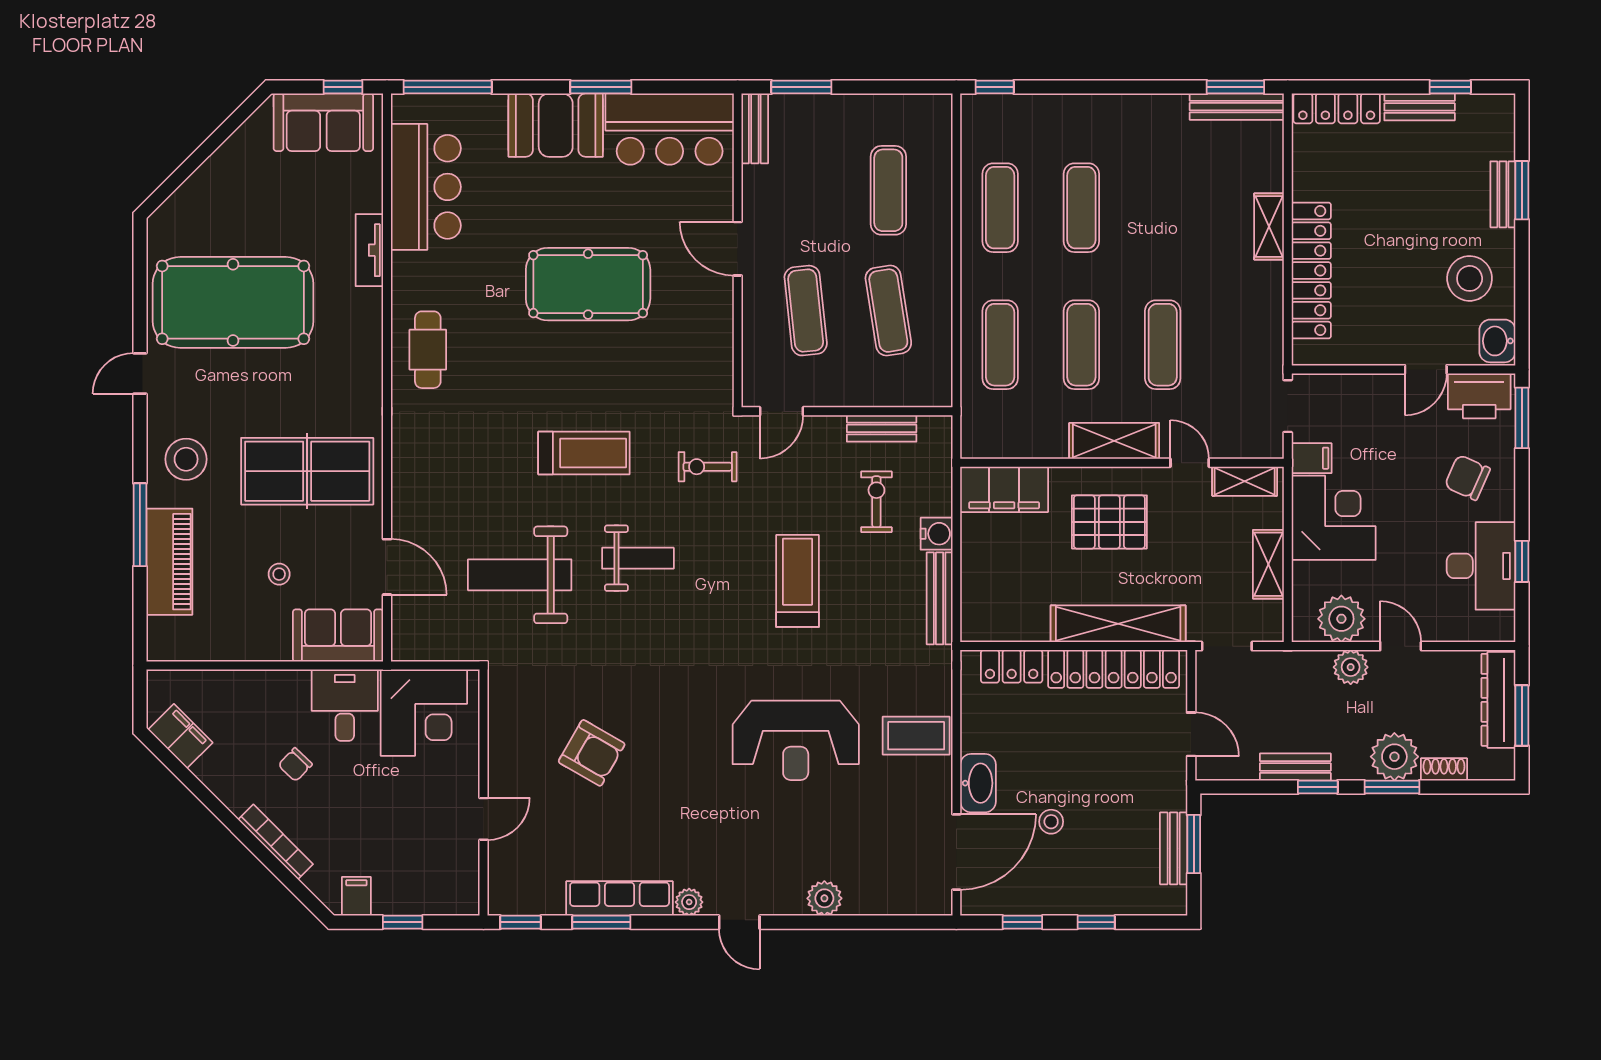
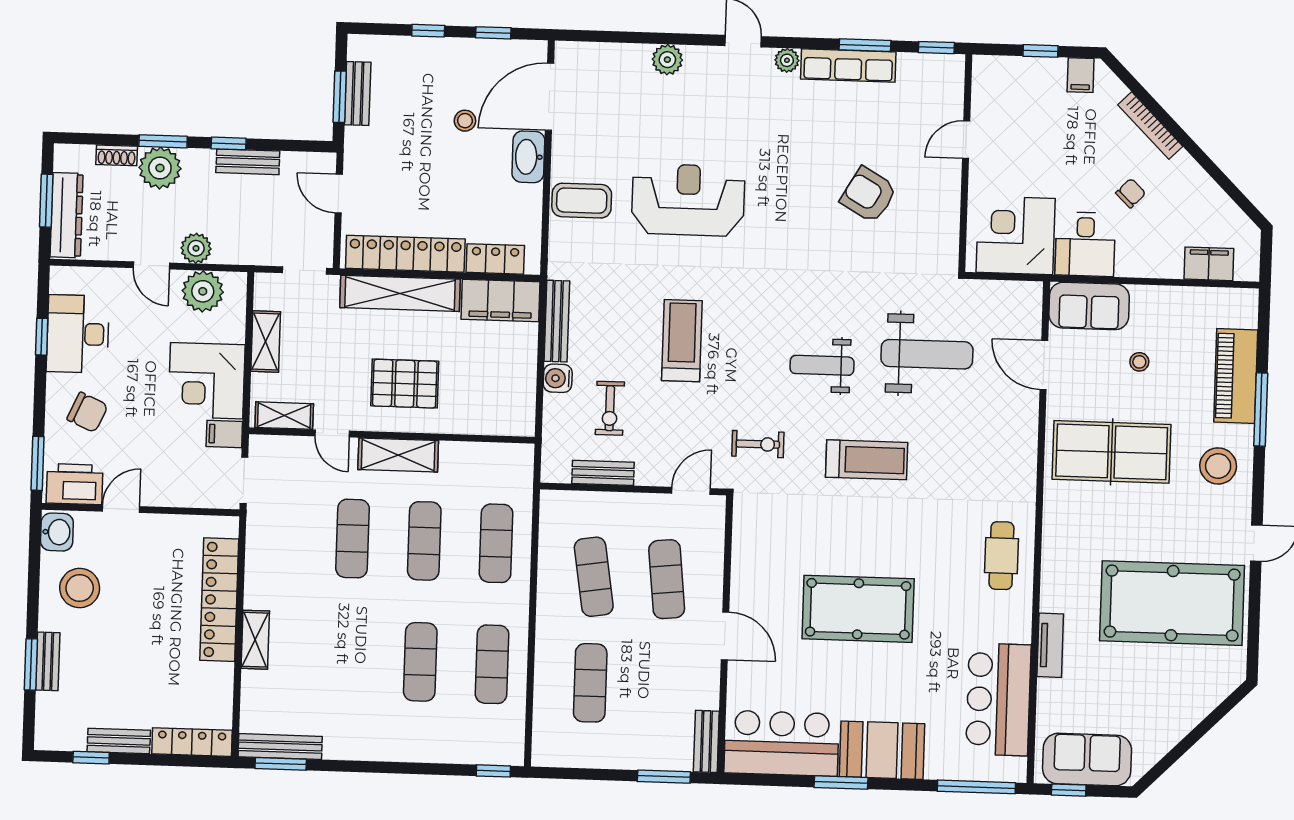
treadmill: (584, 453) -> (867, 460), turned 180
filing cabinet: (1004, 489) -> (501, 301), moved, turned 180
treadmill: (797, 581) -> (682, 341), turned 180
filing cabinet: (180, 736) -> (1209, 264), moved, turned 135

